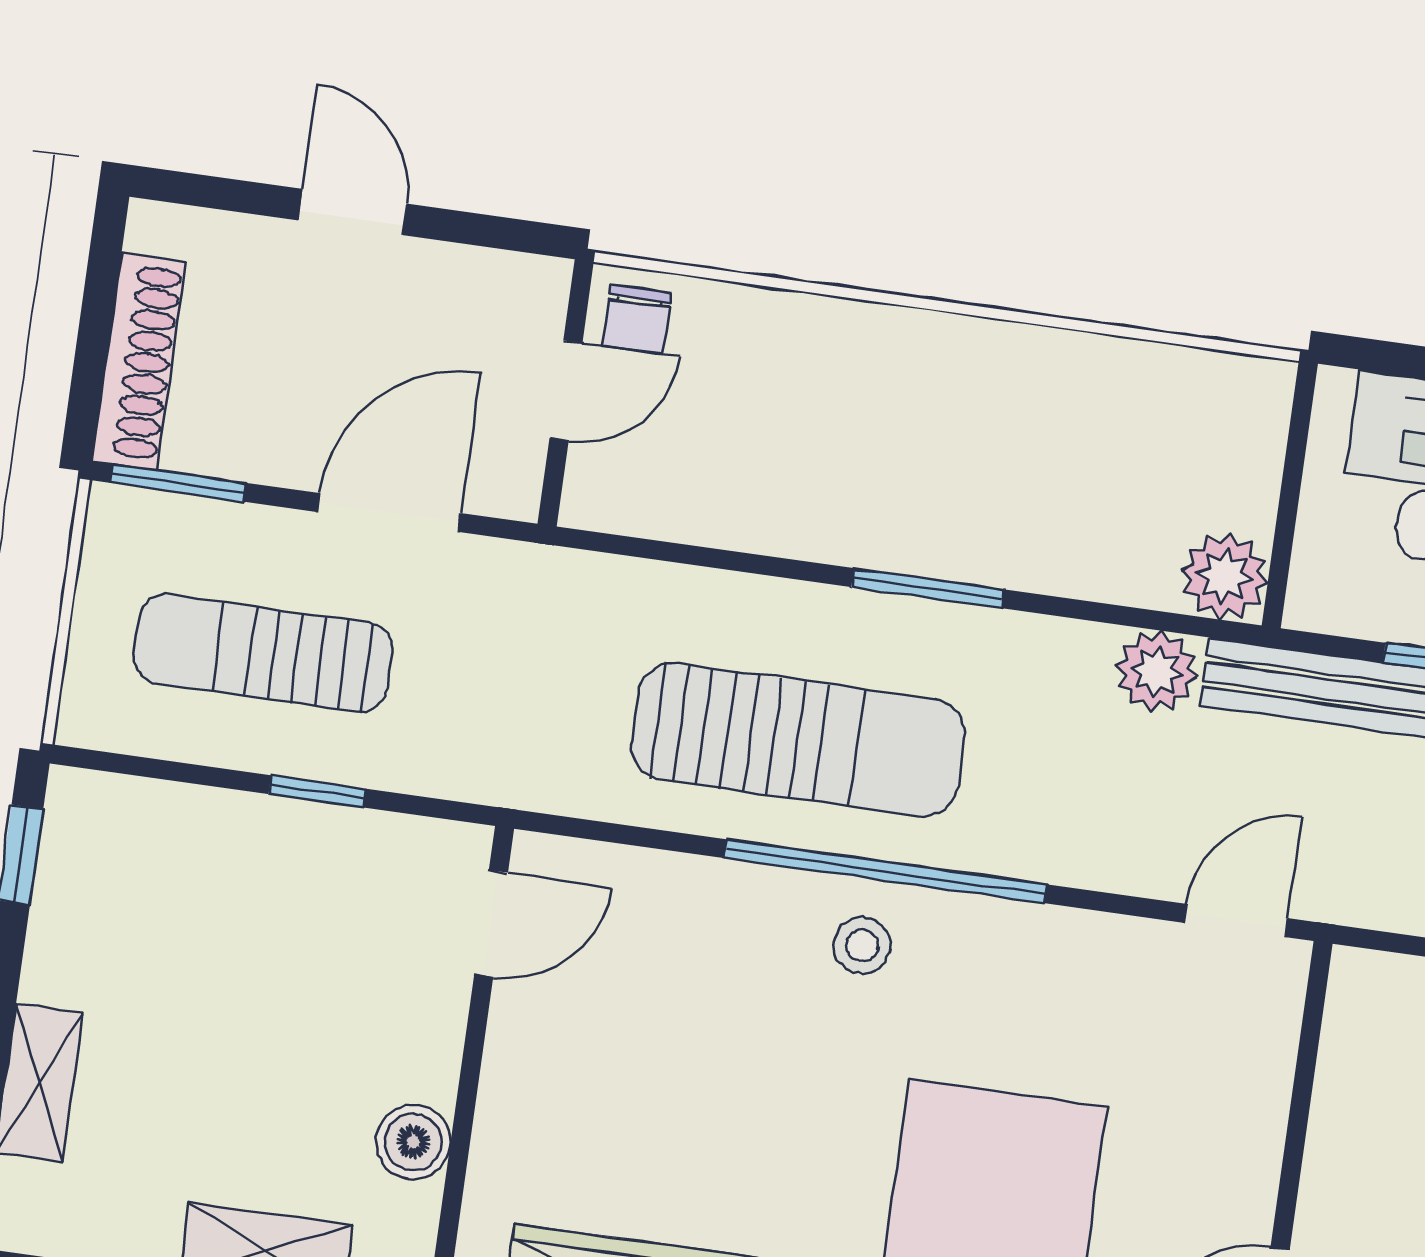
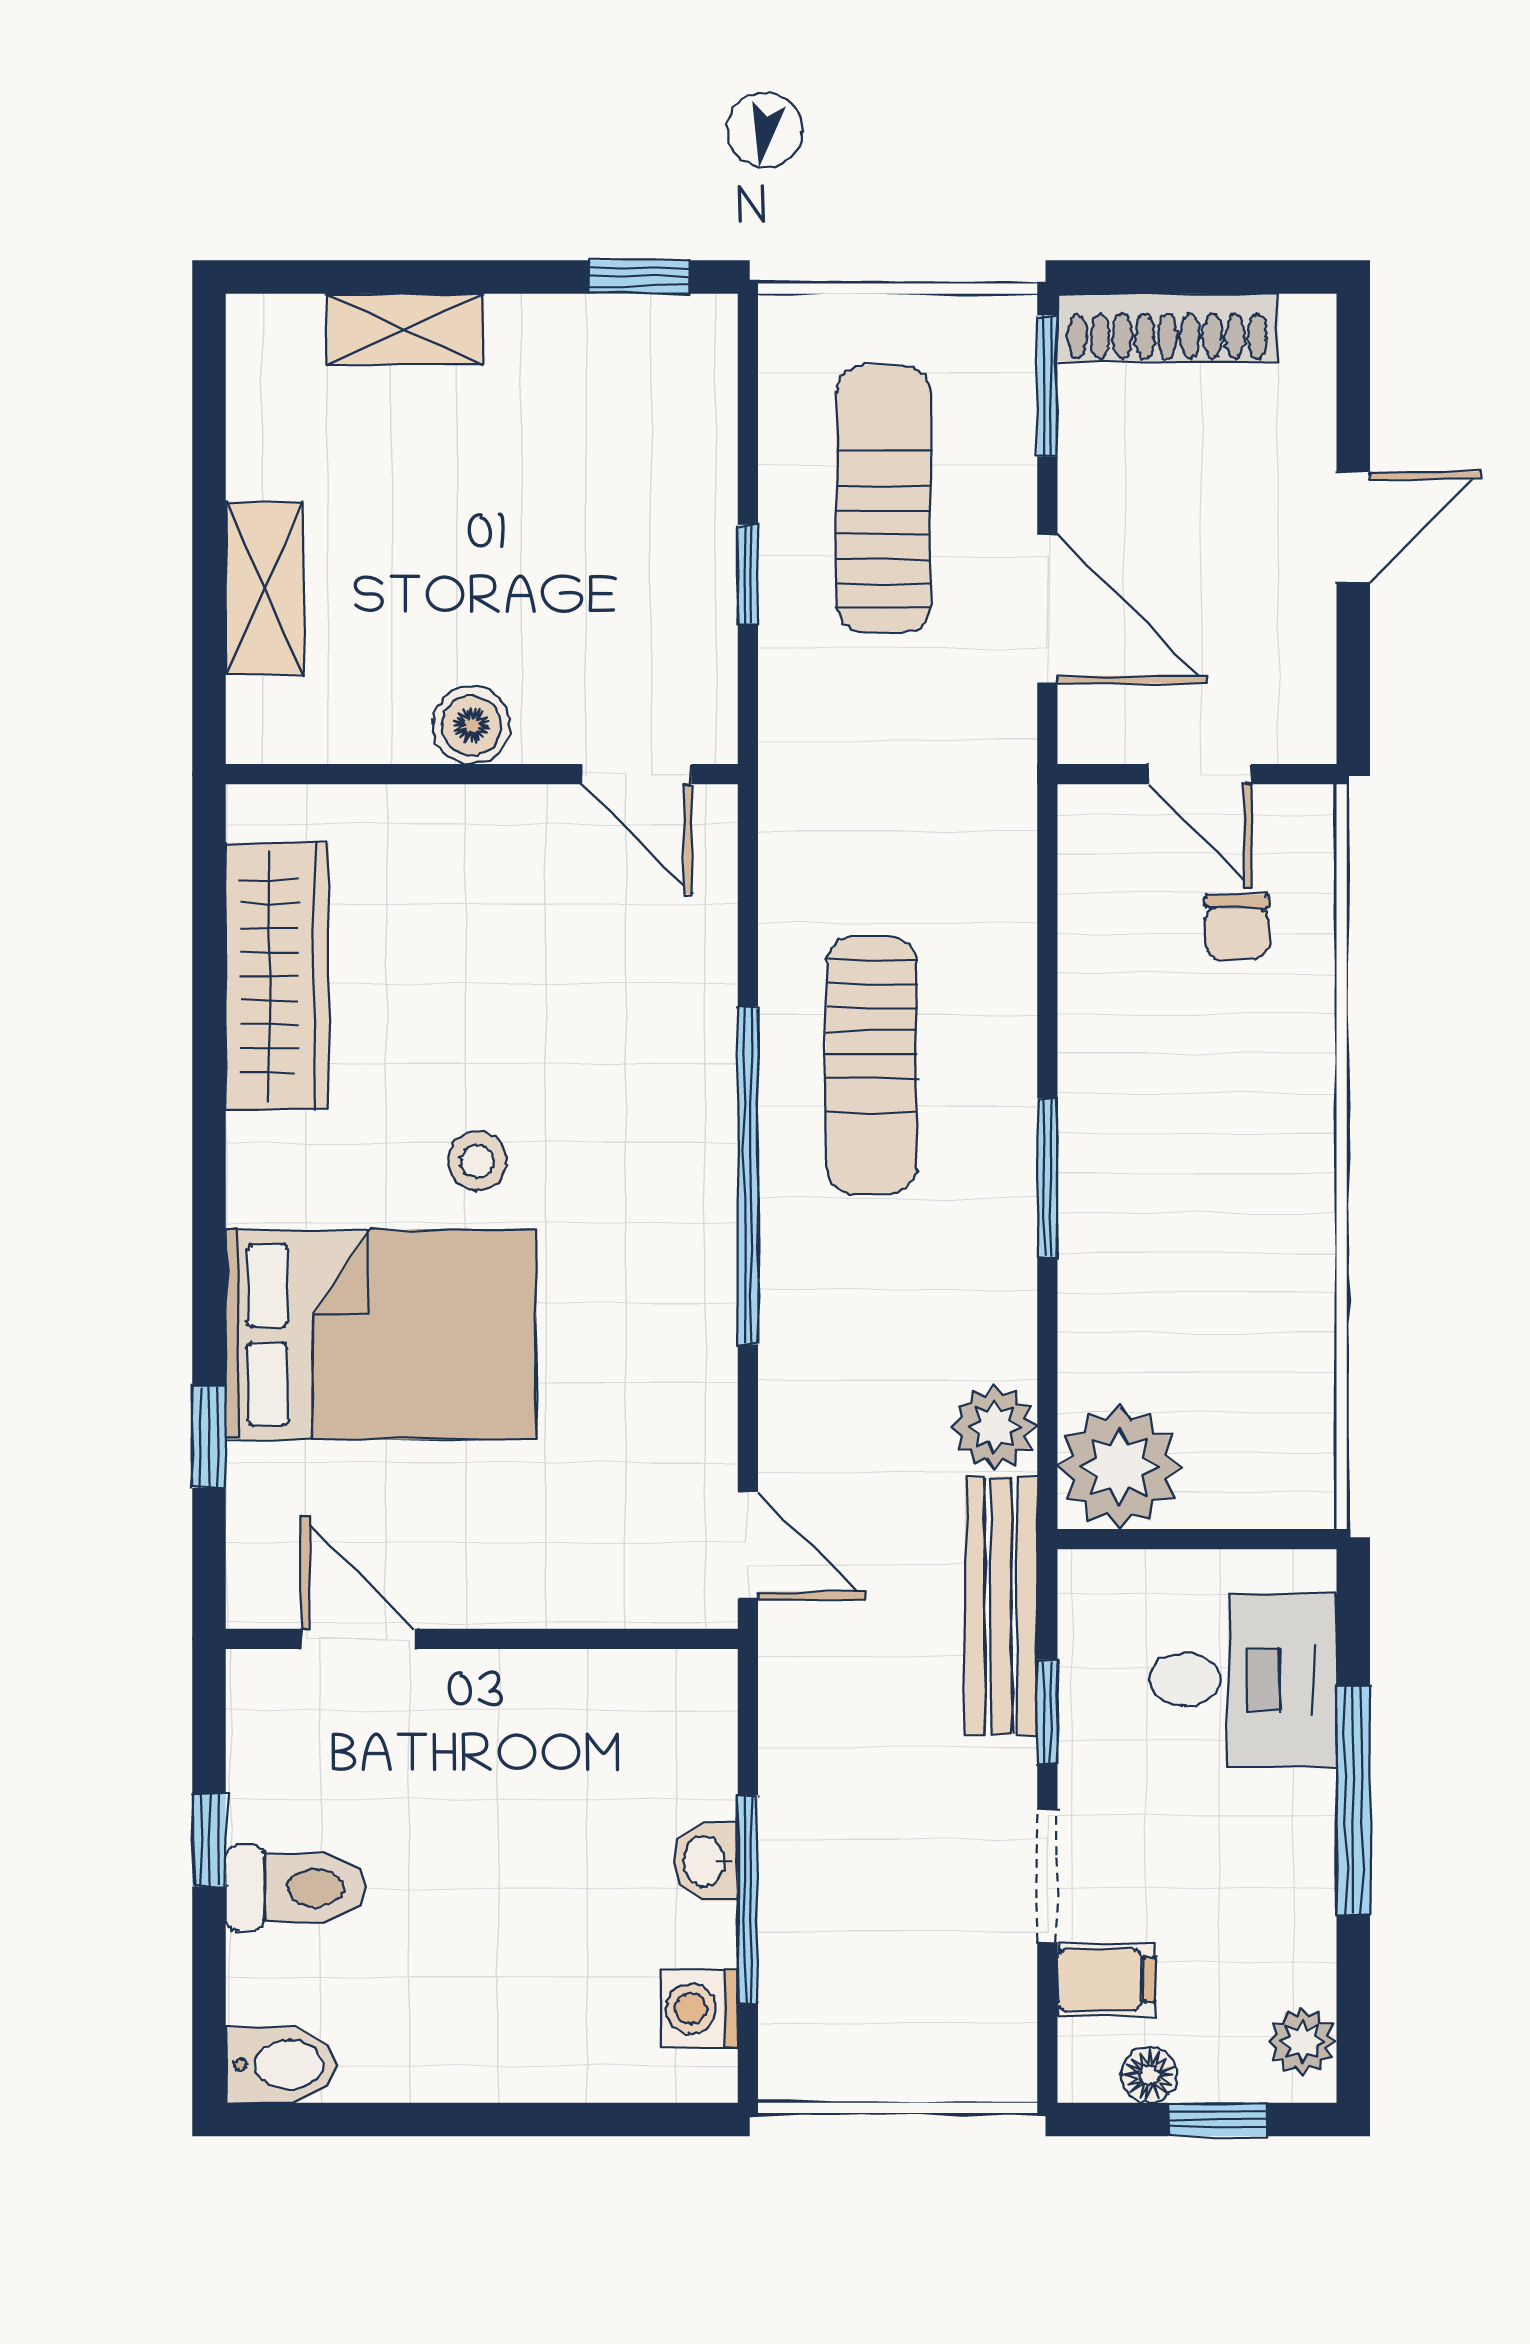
chair: (637, 319) -> (1237, 927), moved, turned -90
plant: (1225, 576) -> (1119, 1467), width x1.36, depth x1.36
sun lounger: (798, 740) -> (871, 1065), width x0.73, depth x0.75
stool: (862, 946) -> (477, 1161), moved
boiler: (413, 1142) -> (471, 725), moved

